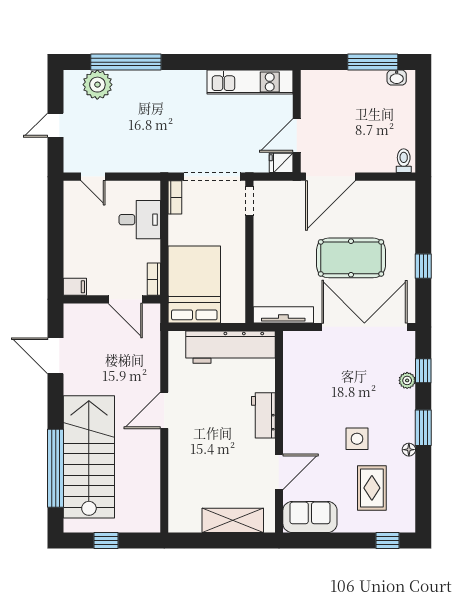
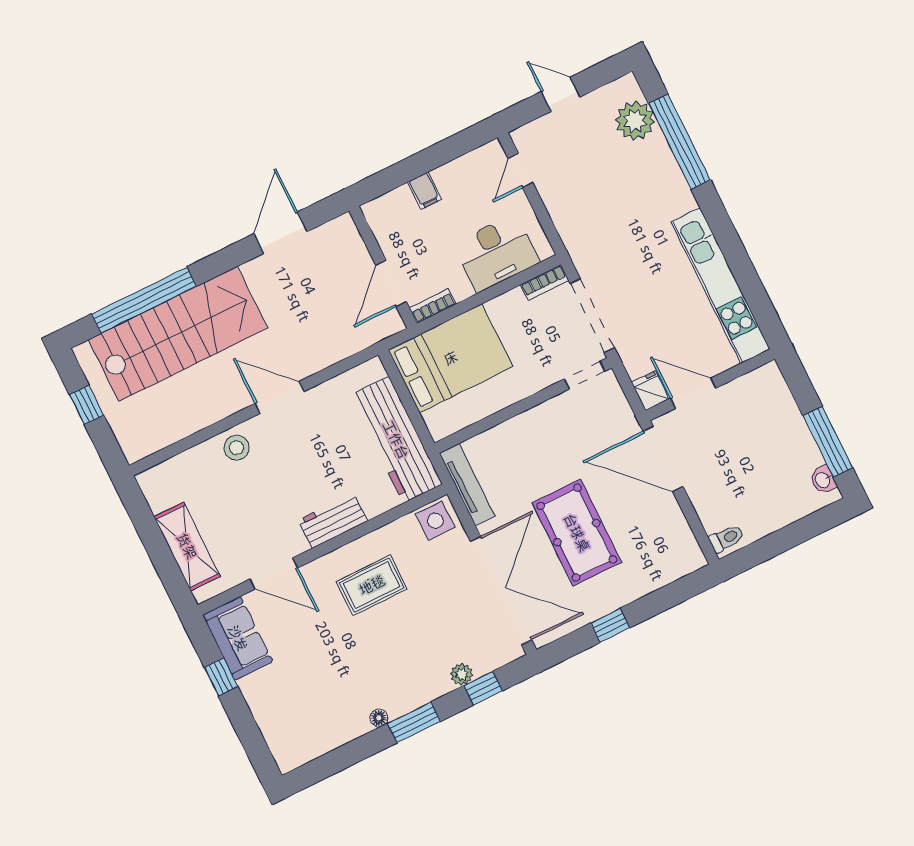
kitchen unit: (250, 82) -> (720, 286), width x1.36
desk: (140, 220) -> (496, 253), width x1.37
filing cabinet: (75, 287) -> (424, 191), moved
side table: (357, 439) -> (435, 521), moved
stool: (183, 455) -> (236, 448), added
rug: (372, 488) -> (372, 585), moved
window: (388, 541) -> (221, 677), moved

